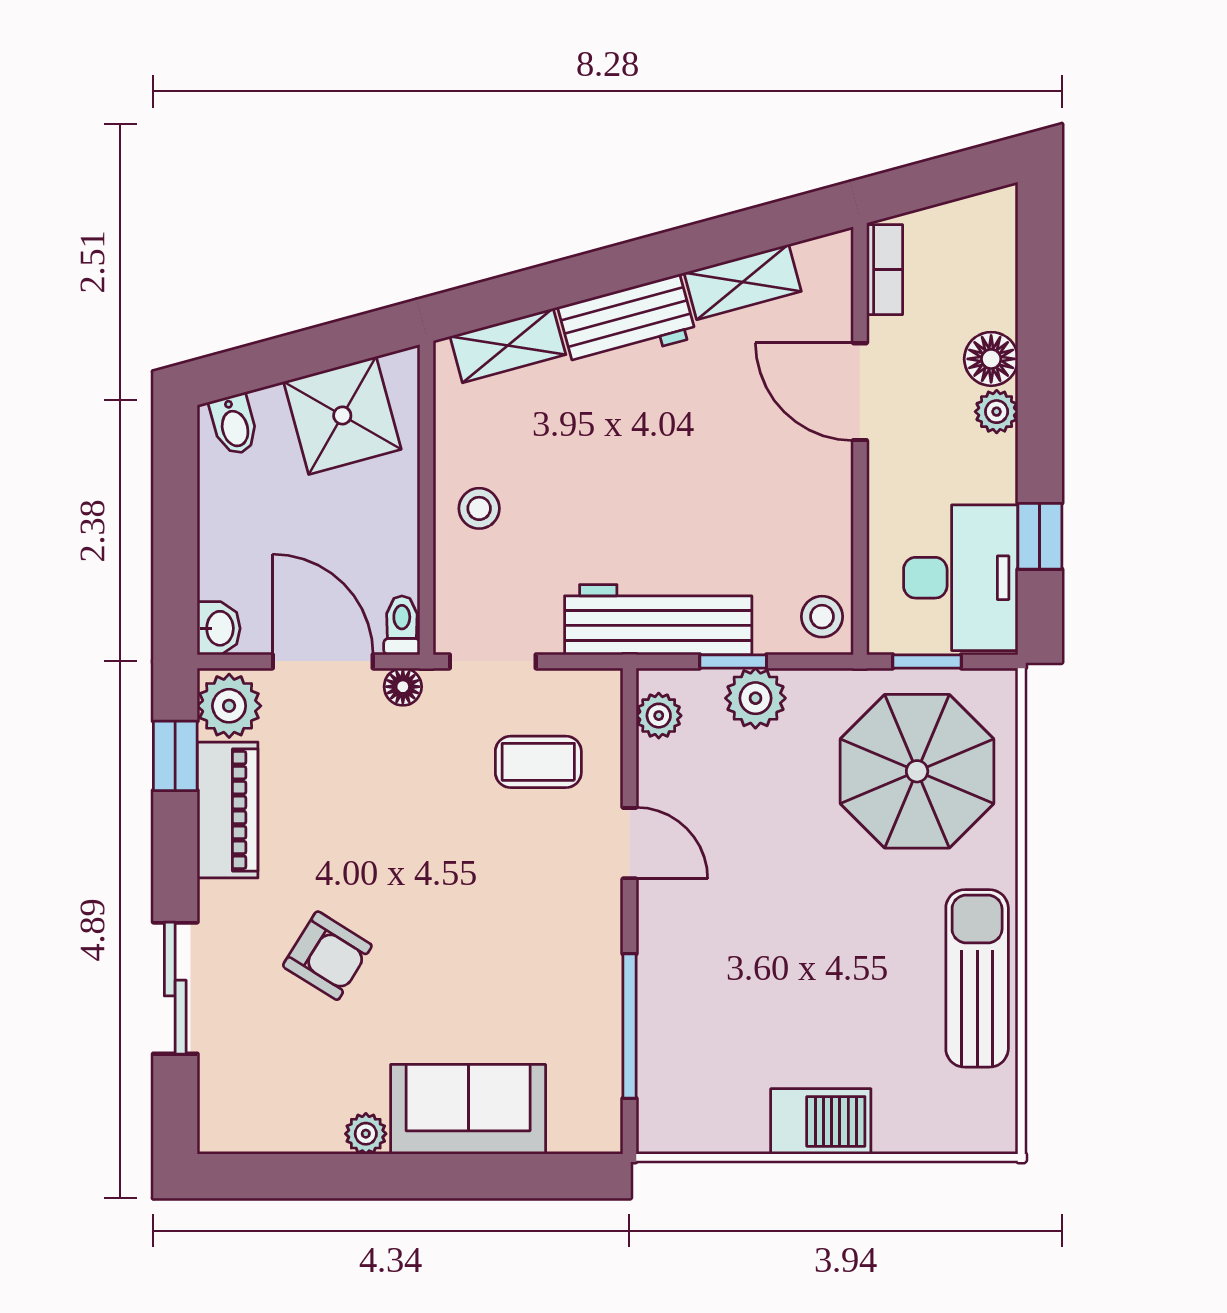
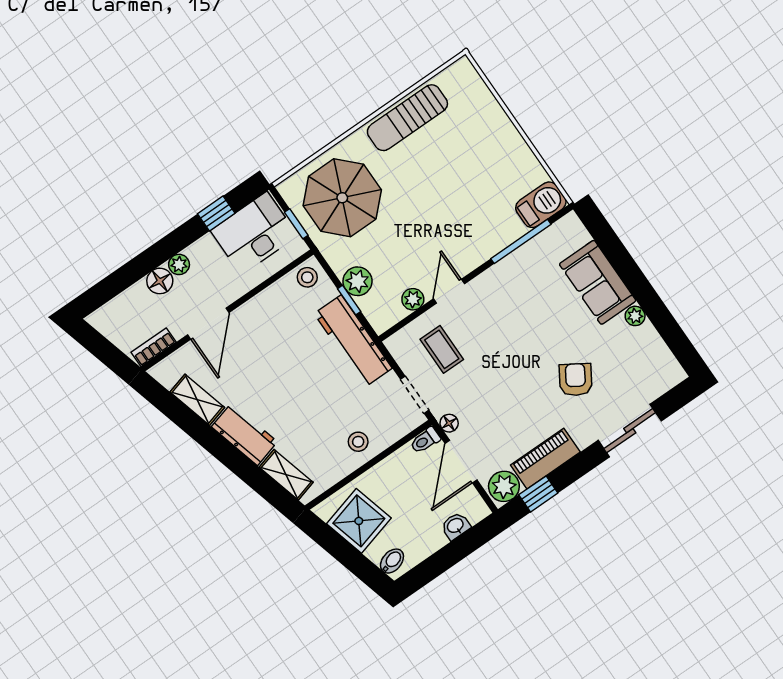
washbasin: (219, 628) -> (456, 526), moved
plant: (659, 716) -> (413, 299), moved
barbecue: (821, 1121) -> (541, 205), moved, turned 90

